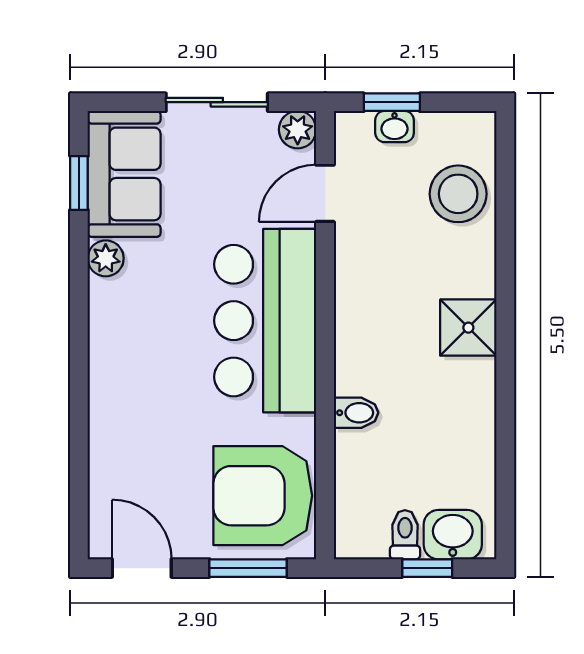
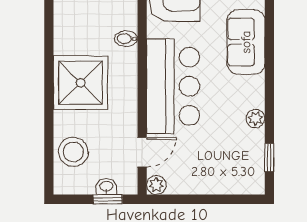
sliding door: (217, 102) -> (198, 199), removed
sofa: (124, 174) -> (246, 42), moved
shower: (468, 328) -> (81, 83), width x1.86, depth x1.86

